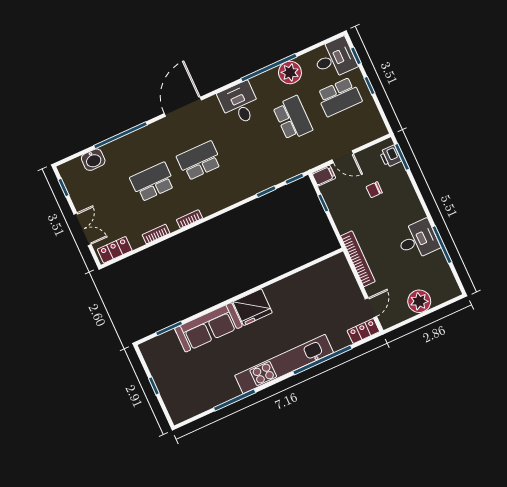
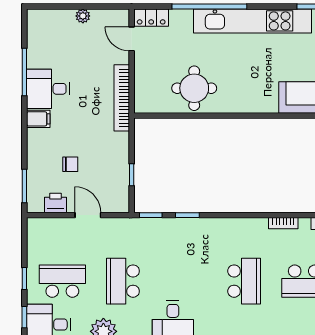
printer: (390, 156) -> (55, 203), moved, turned -90
school desk: (199, 161) -> (244, 281), turned -90
filing cabinet: (324, 176) -> (38, 119), moved, turned 180
round table: (305, 292) -> (194, 88), added
plant: (419, 301) -> (83, 16), width x0.53, depth x0.53
fridge: (253, 307) -> (259, 98), removed
door: (371, 308) -> (132, 39), hinge flipped

